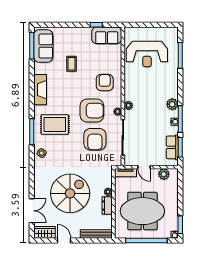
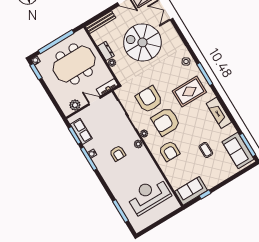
plant: (172, 104) -> (103, 167), removed
armchair: (152, 108) -> (118, 153), added
spiral stairs: (70, 193) -> (142, 42), turned 90

